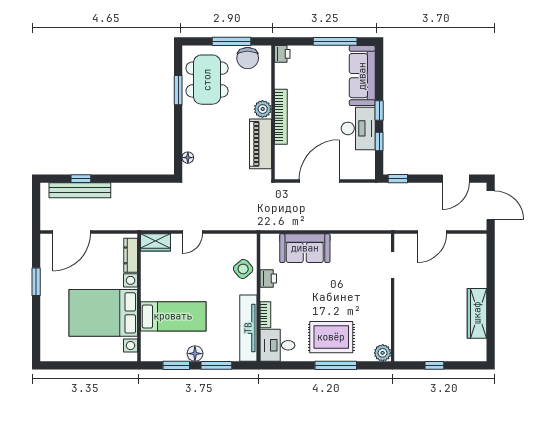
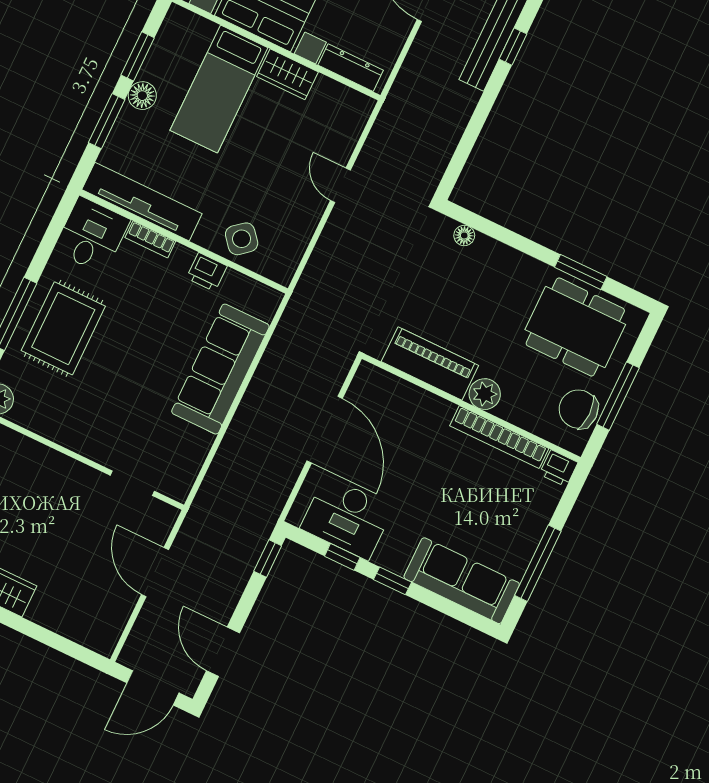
bookcase: (281, 117) -> (499, 437), moved
desk: (358, 128) -> (347, 518), moved
wardrobe: (155, 242) -> (287, 74), moved, turned -90
sofa: (305, 248) -> (220, 369), width x1.36

